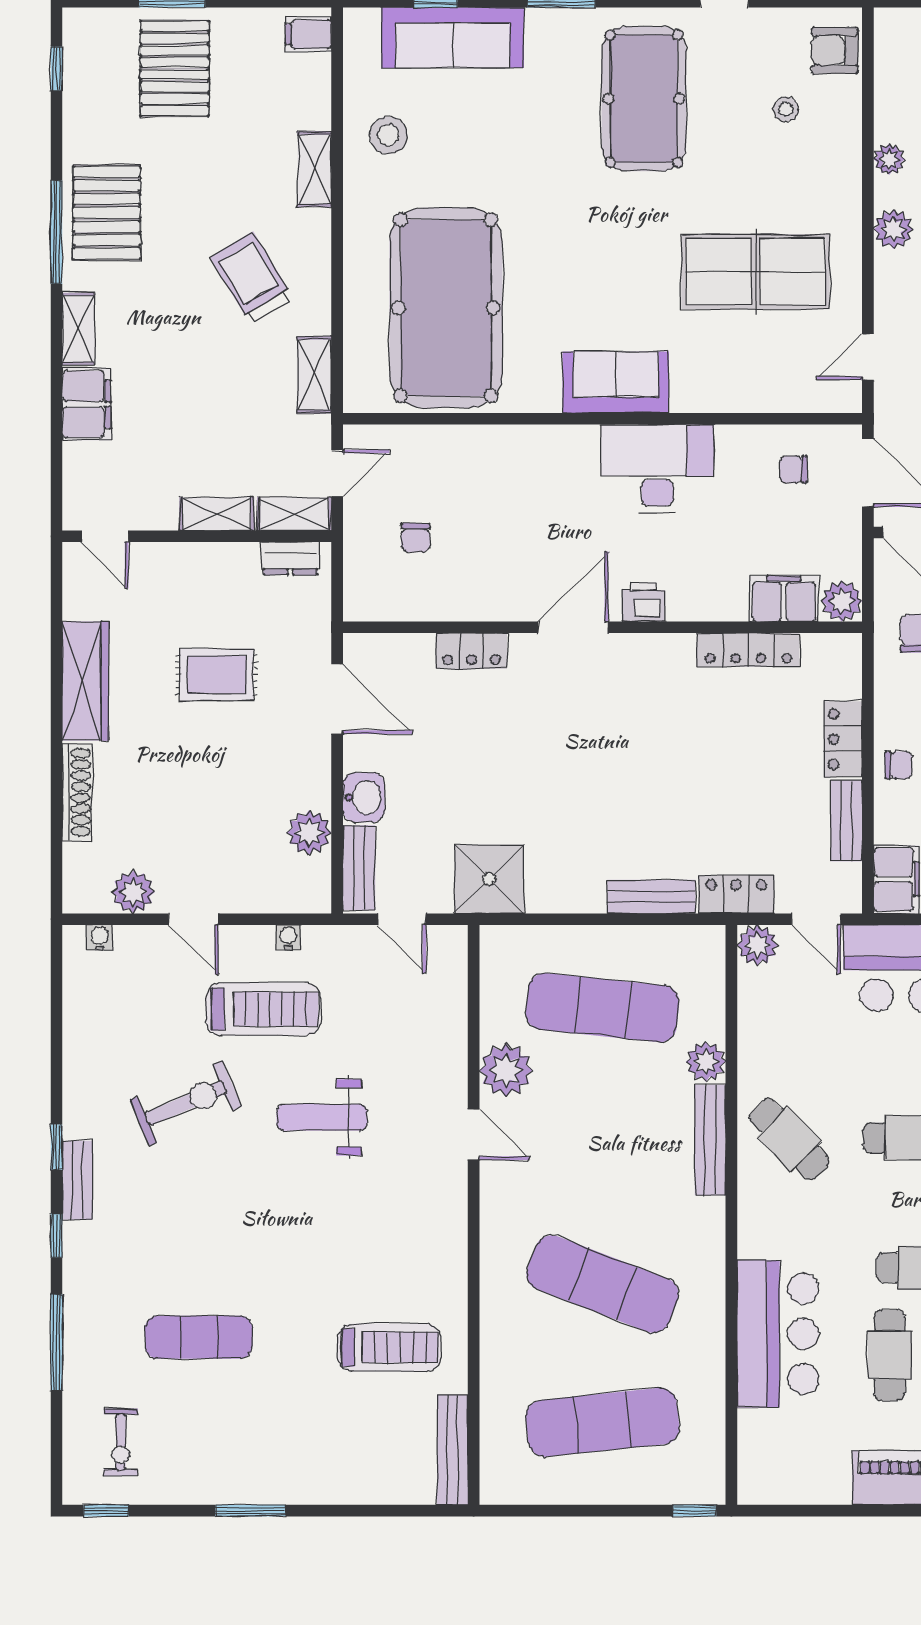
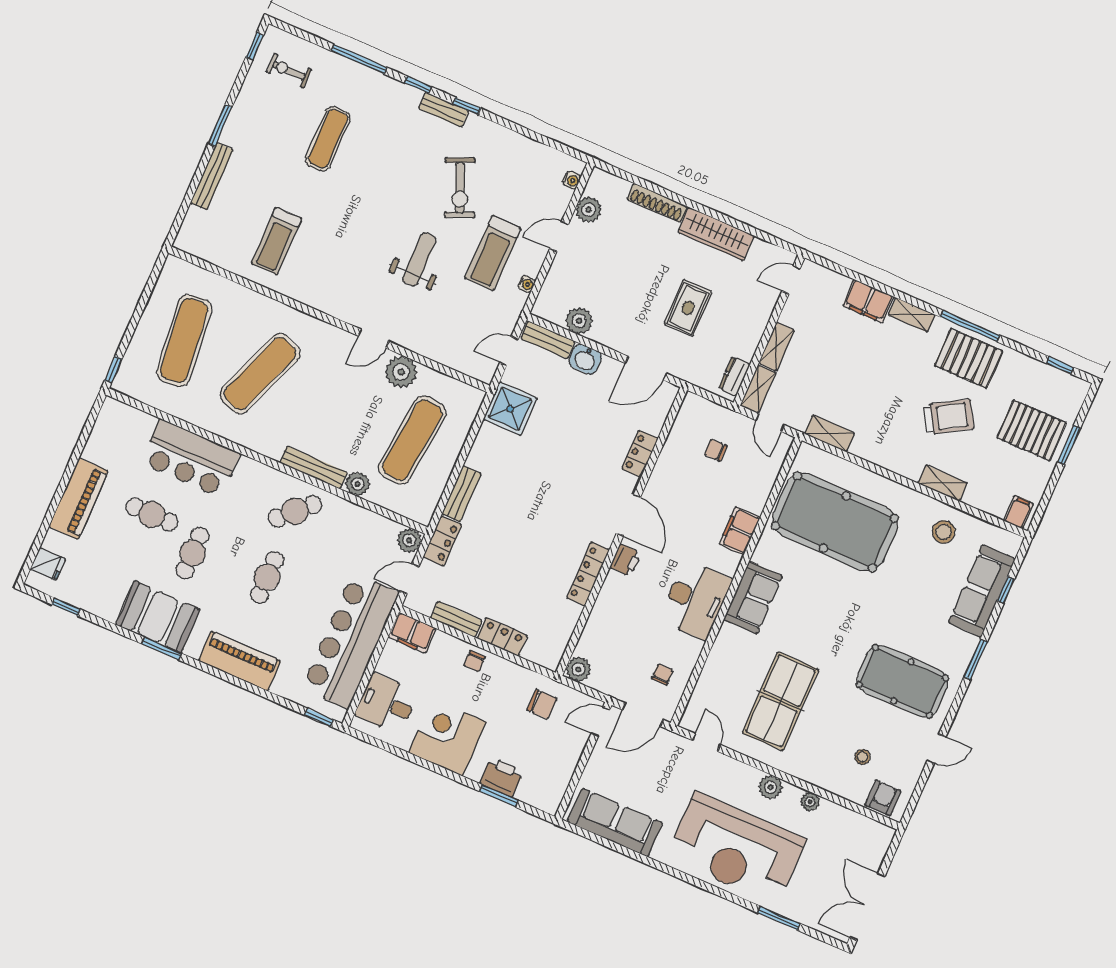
trolley: (252, 278) -> (949, 417), moved
filing cabinet: (784, 599) -> (740, 531), moved, turned 180
locker: (748, 650) -> (588, 574), moved
bench: (453, 1450) -> (212, 176), moved, turned 90

